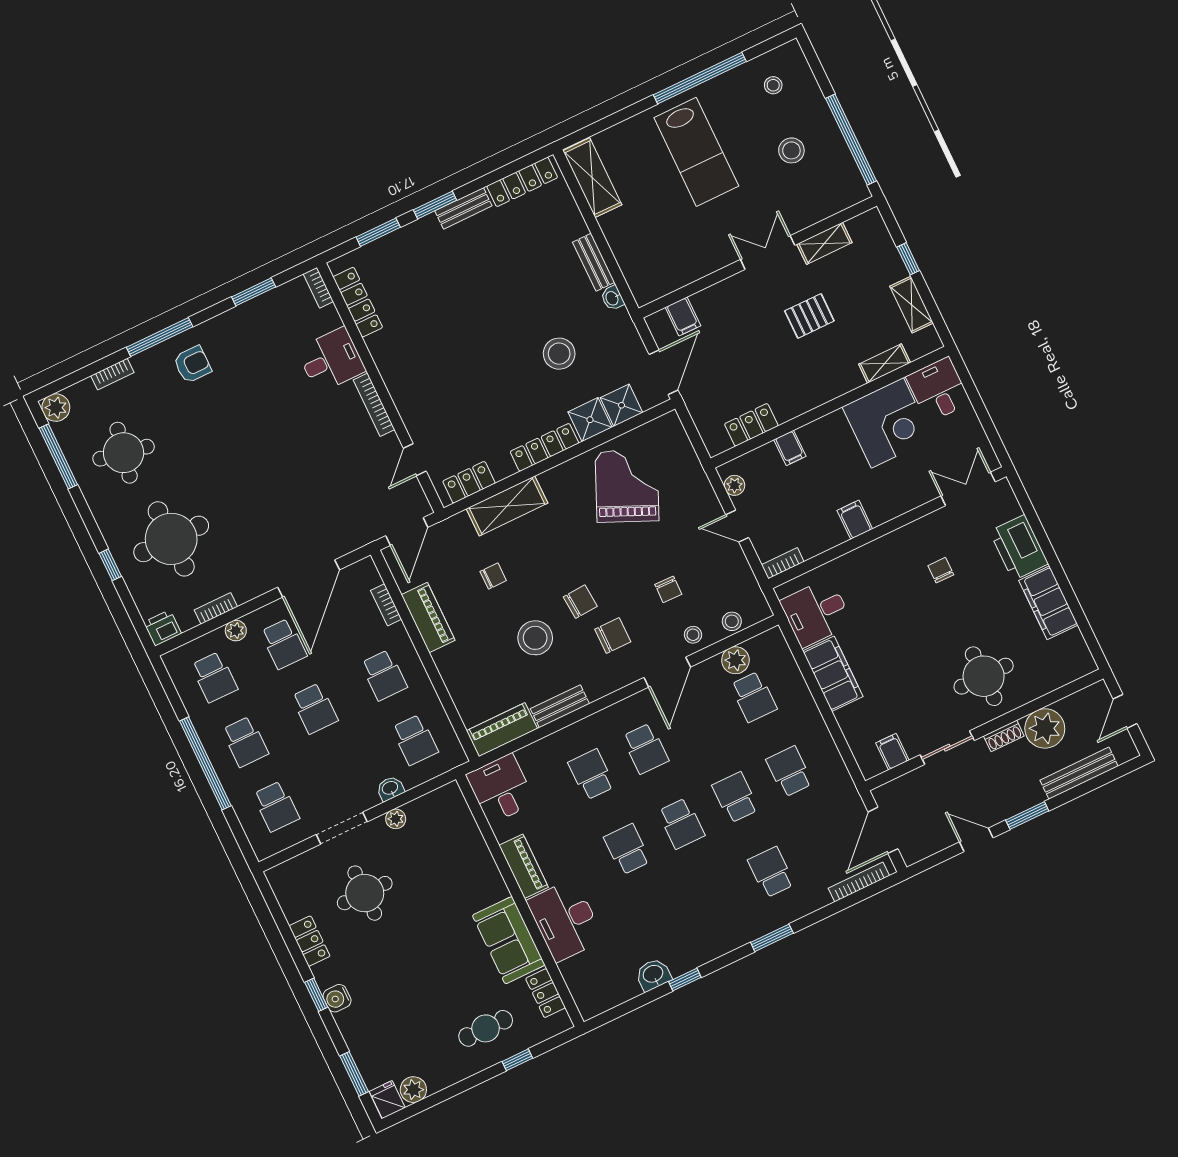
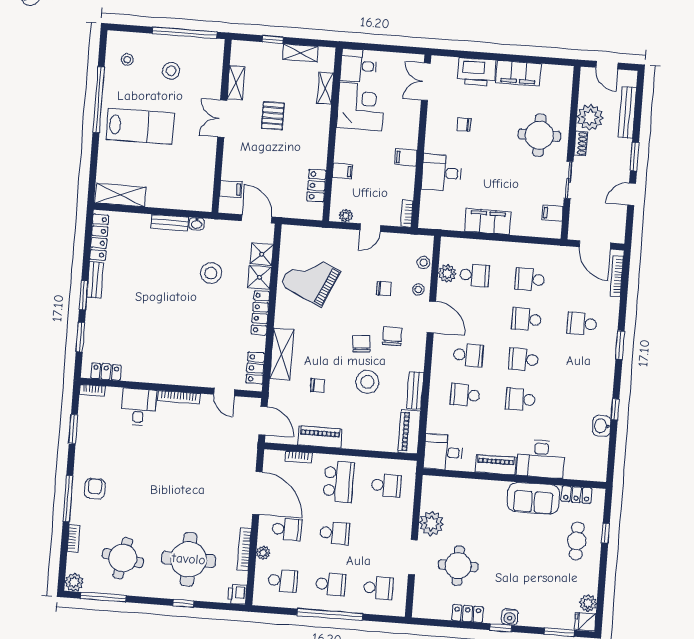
locker: (358, 302) -> (106, 372), width x0.66
chair: (493, 576) -> (318, 385), turned 90
bookcase: (216, 608) -> (244, 549), width x1.56
desk: (816, 613) -> (442, 173), moved, turned 90
school desk: (384, 675) -> (338, 482), width x1.85
washbasin: (390, 788) -> (406, 516), removed
plant: (396, 819) -> (431, 523), width x1.88, depth x1.88
school desk: (681, 823) -> (524, 359), turned 180

